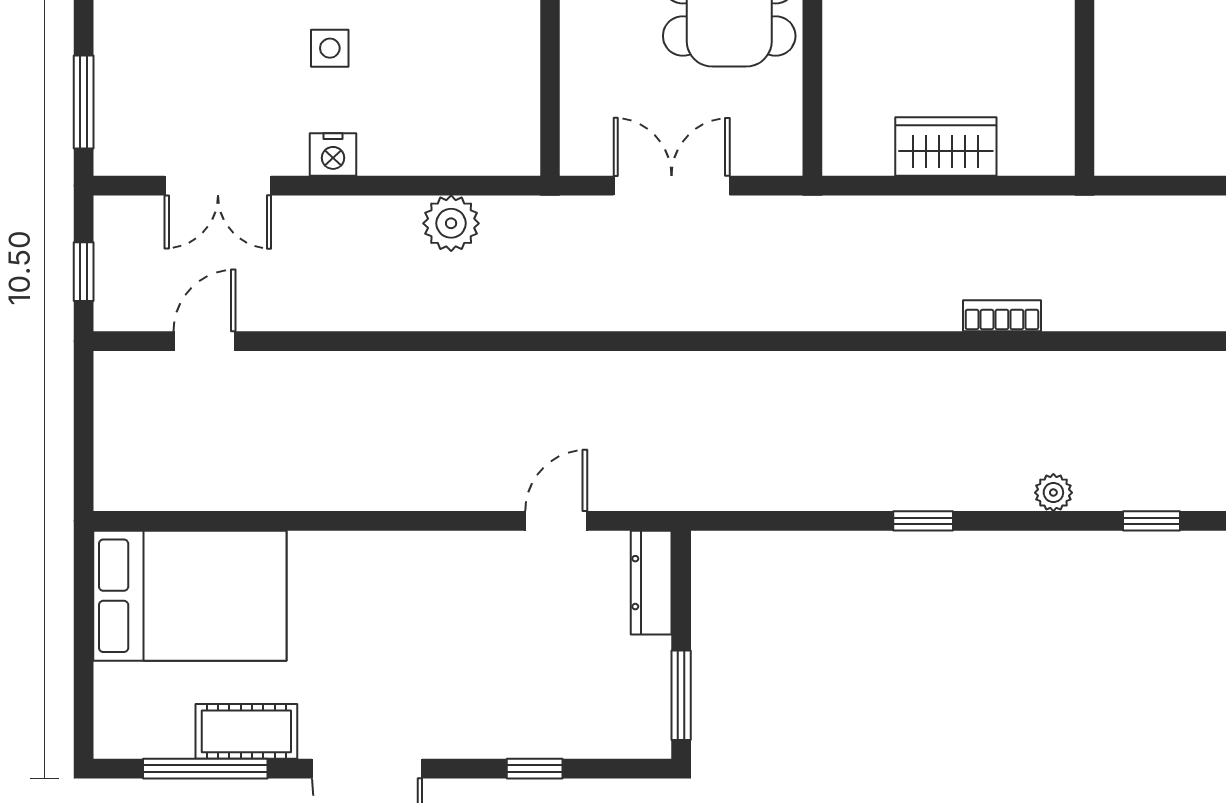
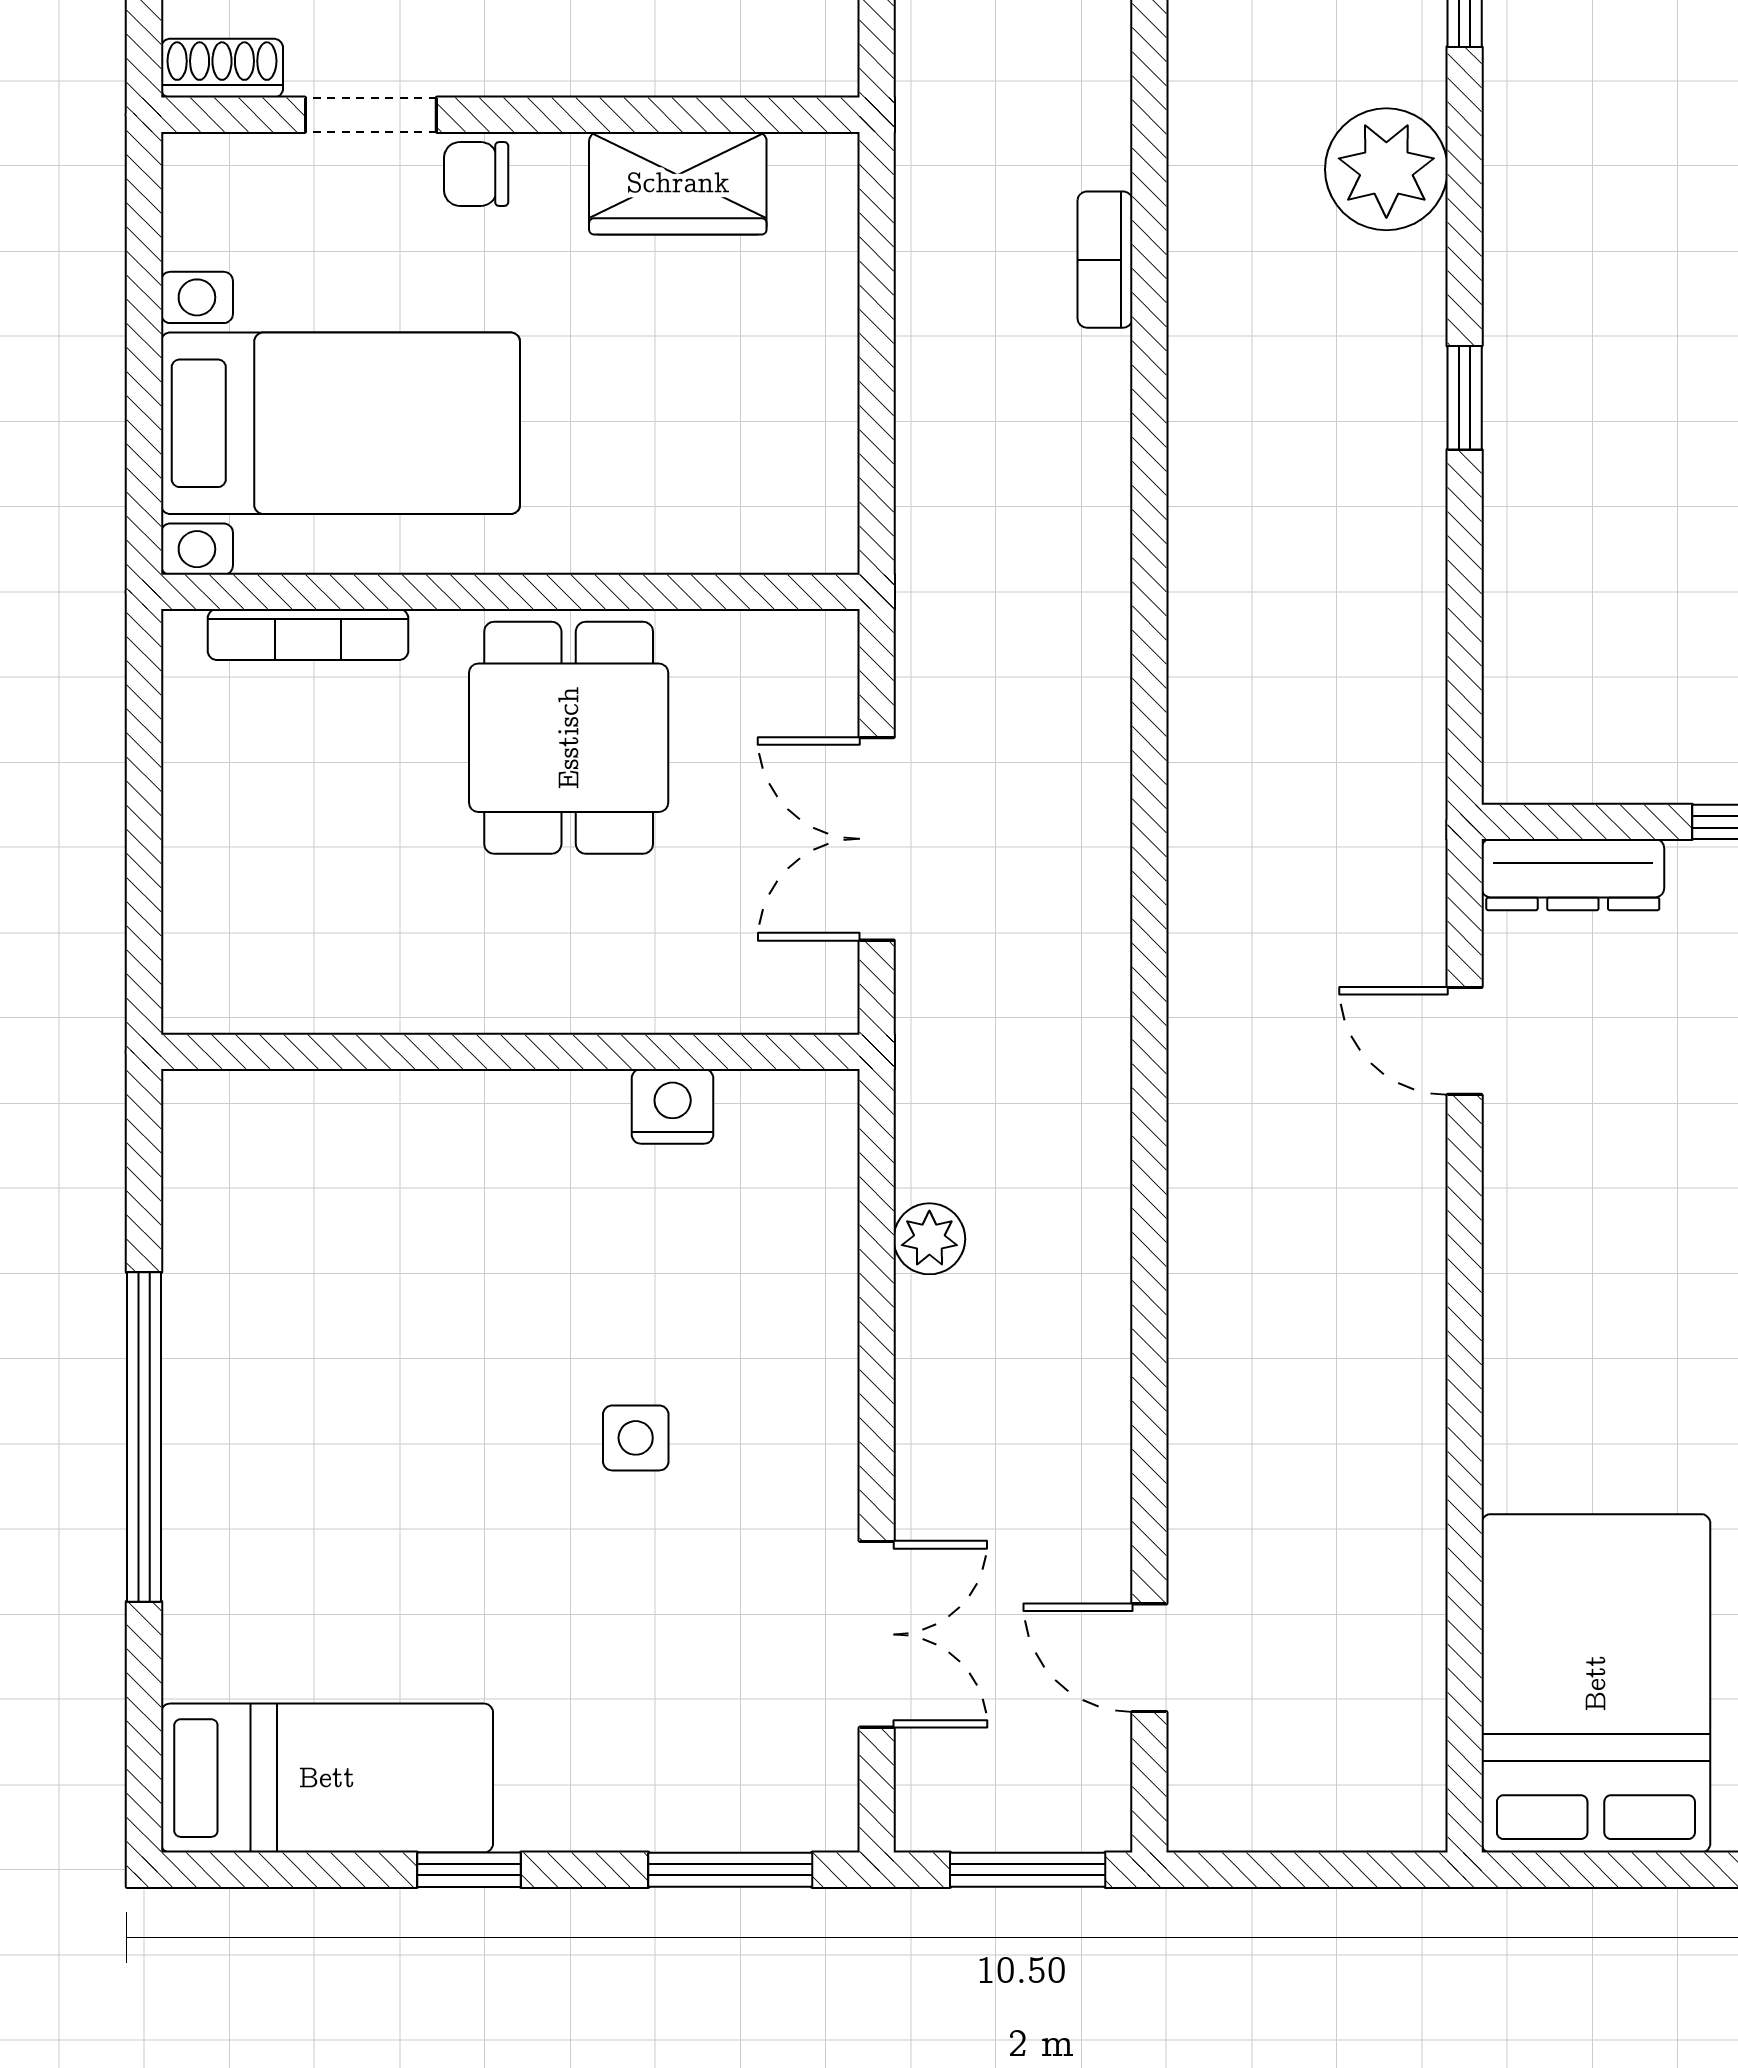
wardrobe: (946, 147) -> (678, 183), moved, turned -90
nightstand: (333, 155) -> (673, 1106), moved, turned -90
plant: (451, 223) -> (929, 1239), width x0.73, depth x0.73
window: (84, 272) -> (1028, 1870), width x1.50
plant: (1053, 493) -> (1386, 169), width x1.88, depth x1.88

